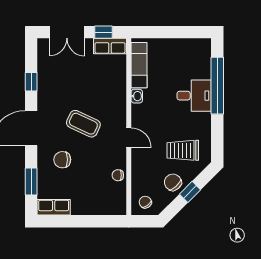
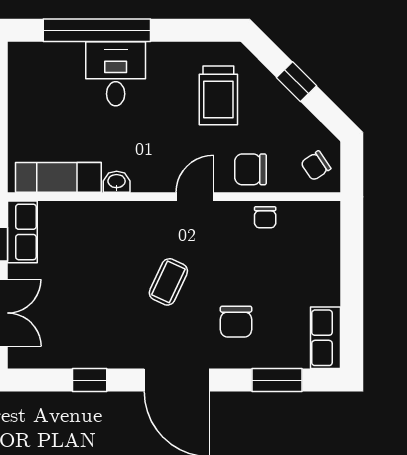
coffee table: (83, 124) -> (168, 282), width x0.73, depth x0.77
chair: (173, 182) -> (251, 169), moved, turned 42

